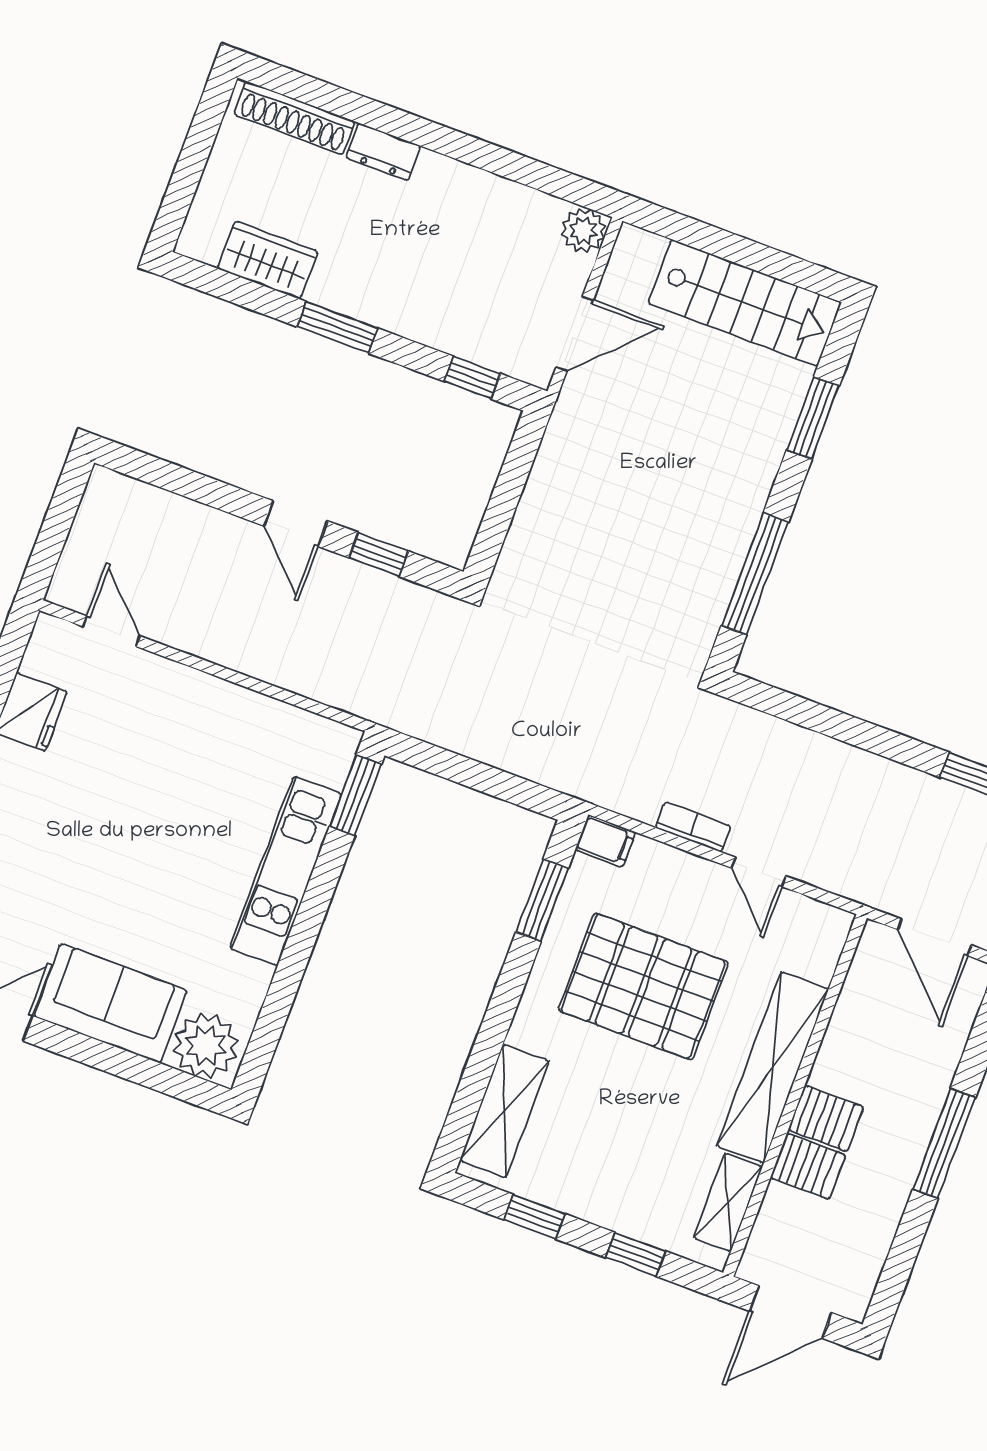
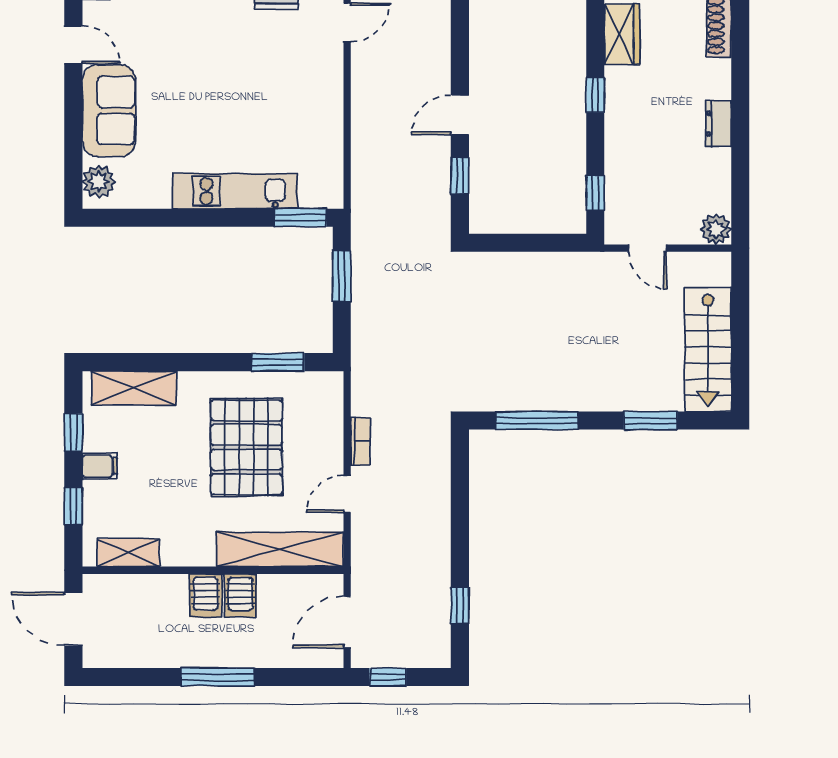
dresser: (383, 152) -> (718, 124), moved
window: (337, 327) -> (595, 95), width x0.67
door: (575, 334) -> (648, 248), width x0.73
window: (457, 768) -> (342, 276), added
filing cabinet: (605, 841) -> (100, 466), moved, turned -90
plant: (206, 1045) -> (99, 181), width x0.73, depth x0.73
shelving: (773, 1067) -> (280, 549), moved
server rack: (808, 1166) -> (240, 595), moved

